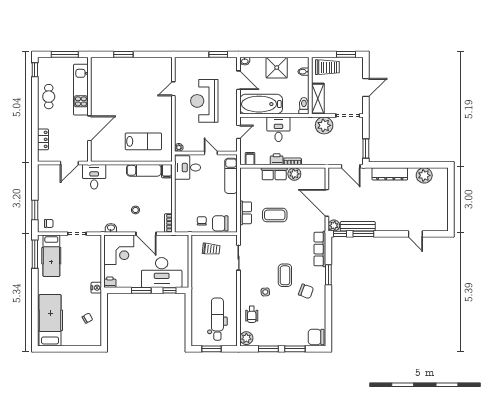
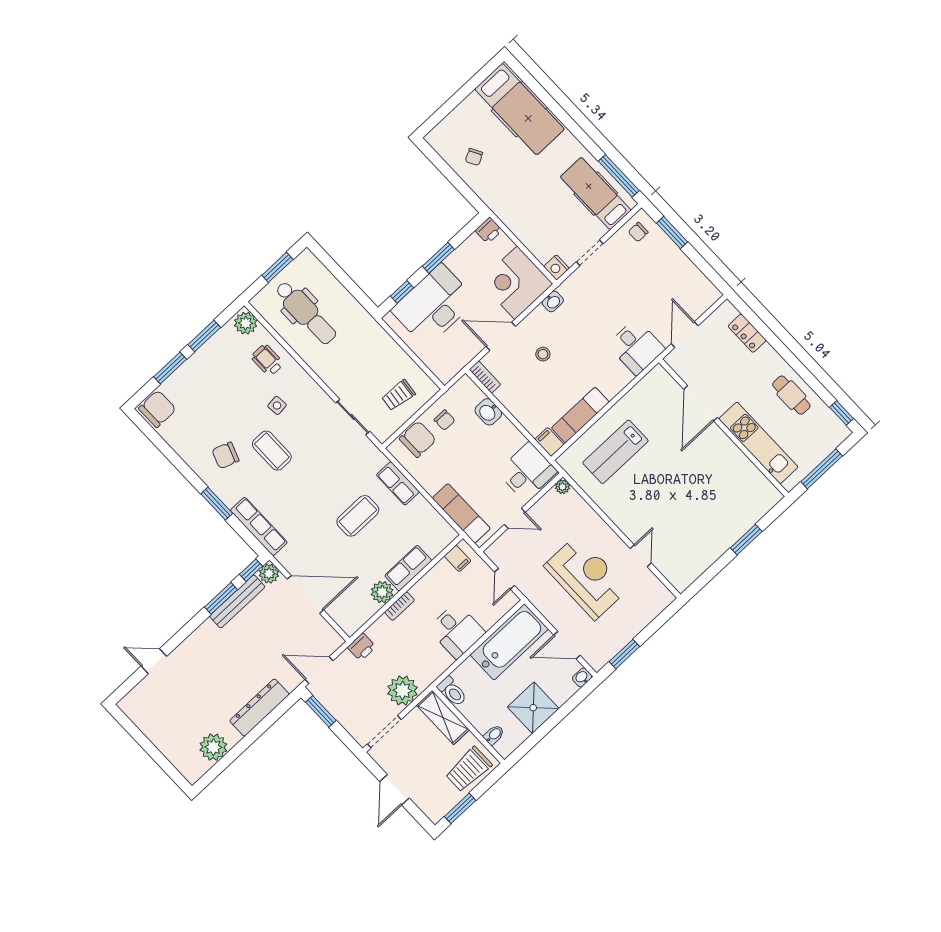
printer: (277, 159) -> (362, 647), moved
washbasin: (180, 207) -> (488, 412), added
nightstand: (96, 288) -> (556, 267), moved

